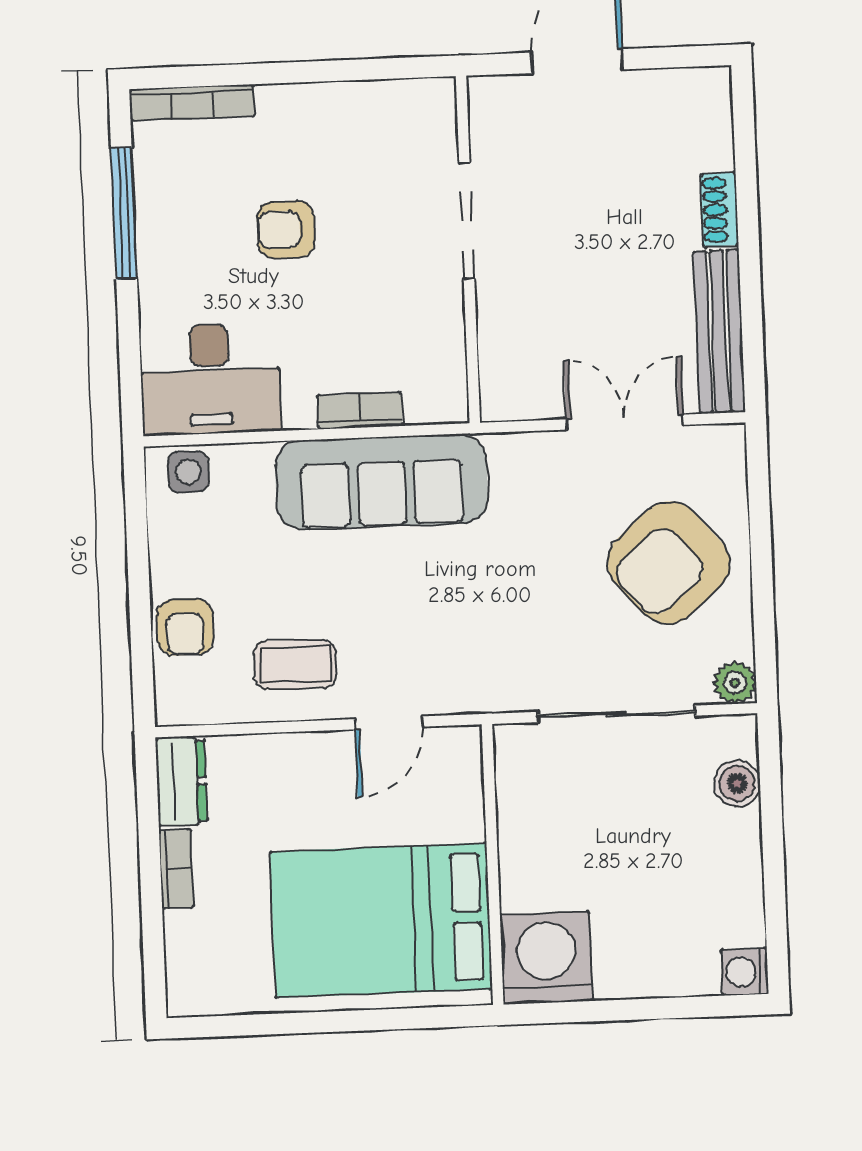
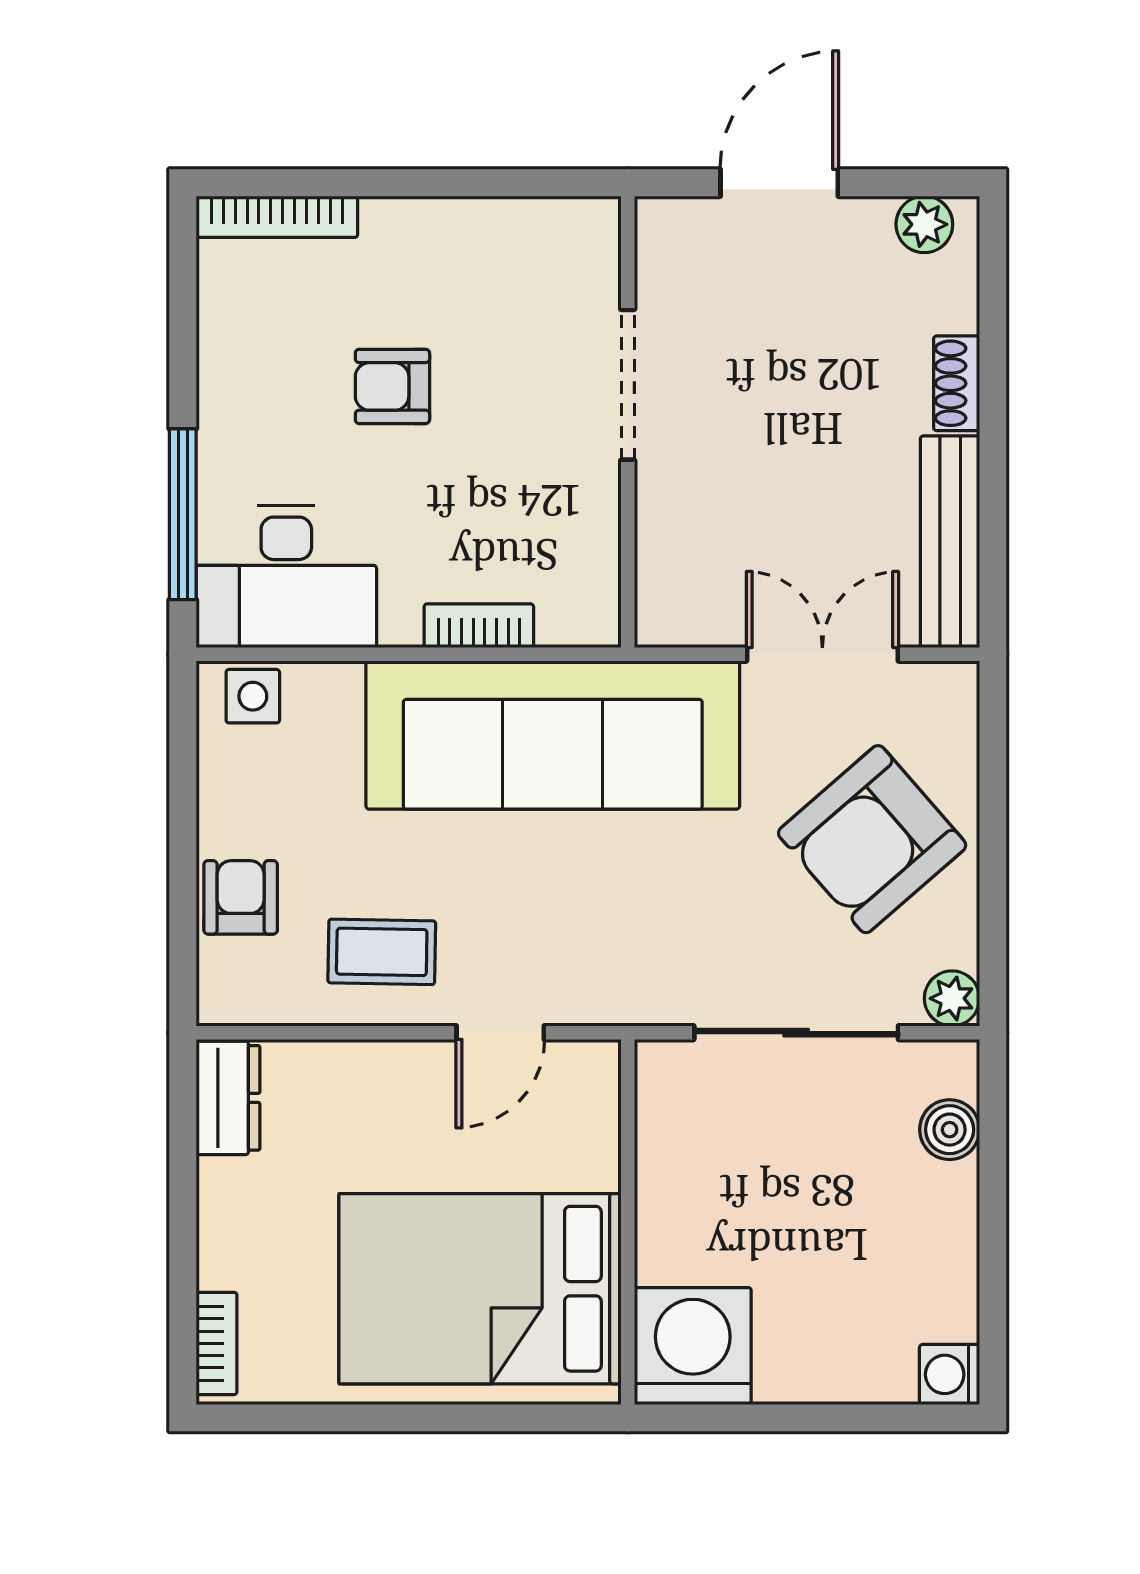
plant: (690, 89) -> (924, 224), added
window: (124, 213) -> (183, 514), moved
sofa: (381, 482) -> (553, 735), width x1.36, depth x1.27
armchair: (185, 627) -> (241, 897), turned 180
bookcase: (176, 869) -> (217, 1343), moved

